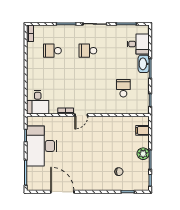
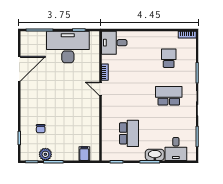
school desk: (88, 51) -> (169, 96), width x1.85
school desk: (123, 88) -> (129, 133), width x1.85
plant: (143, 154) -> (45, 154), moved

